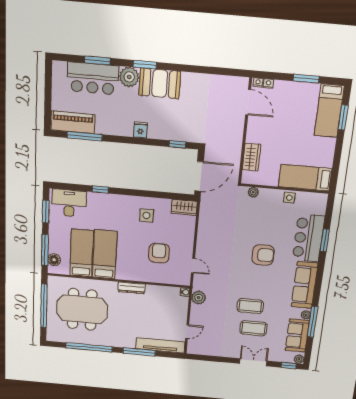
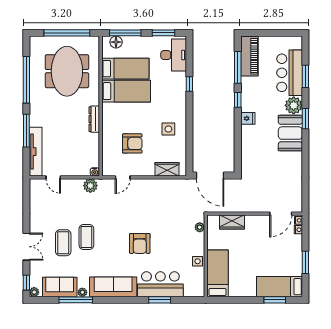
window: (178, 144) -> (238, 100), moved
wardrobe: (184, 207) -> (167, 169), moved, turned 90

